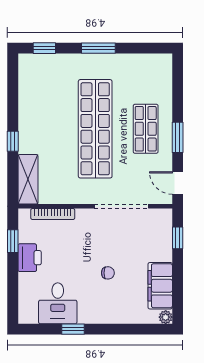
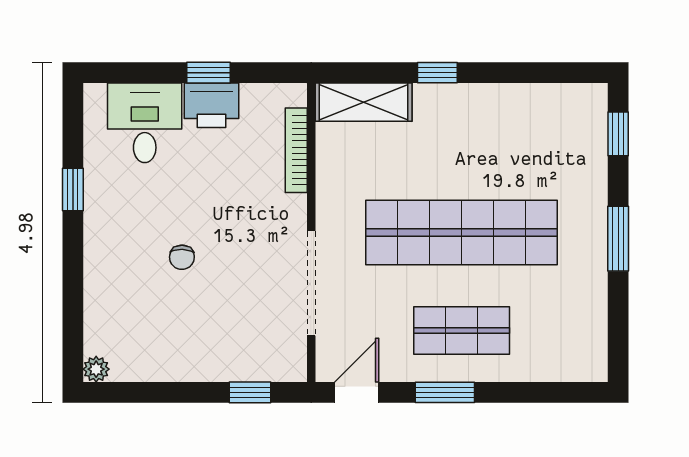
window: (13, 241) -> (208, 73), moved
filing cabinet: (160, 286) -> (157, 359), removed
desk: (58, 303) -> (145, 123), moved, turned 90

